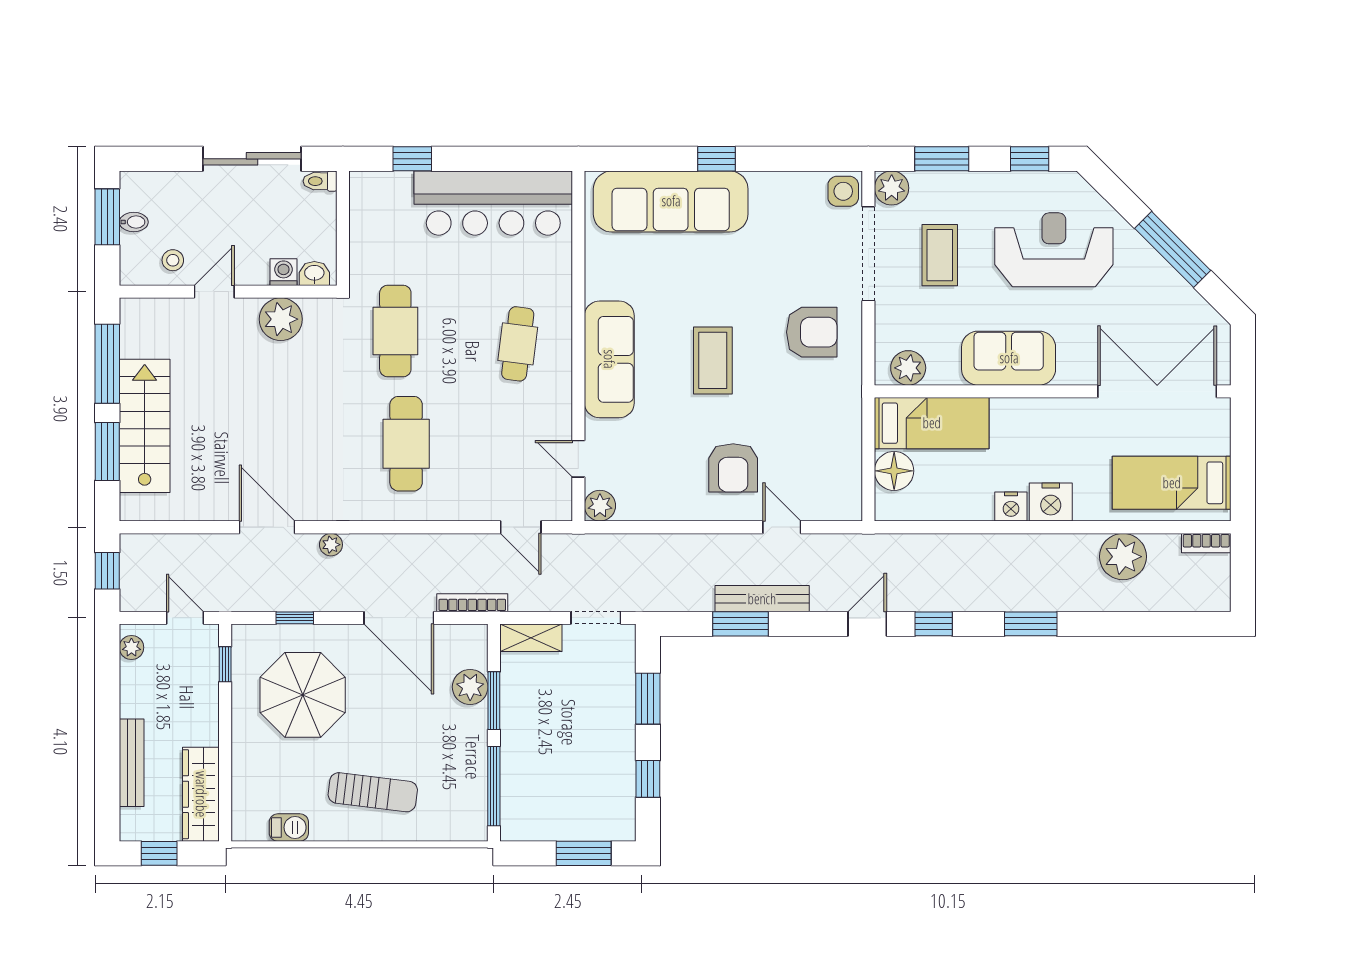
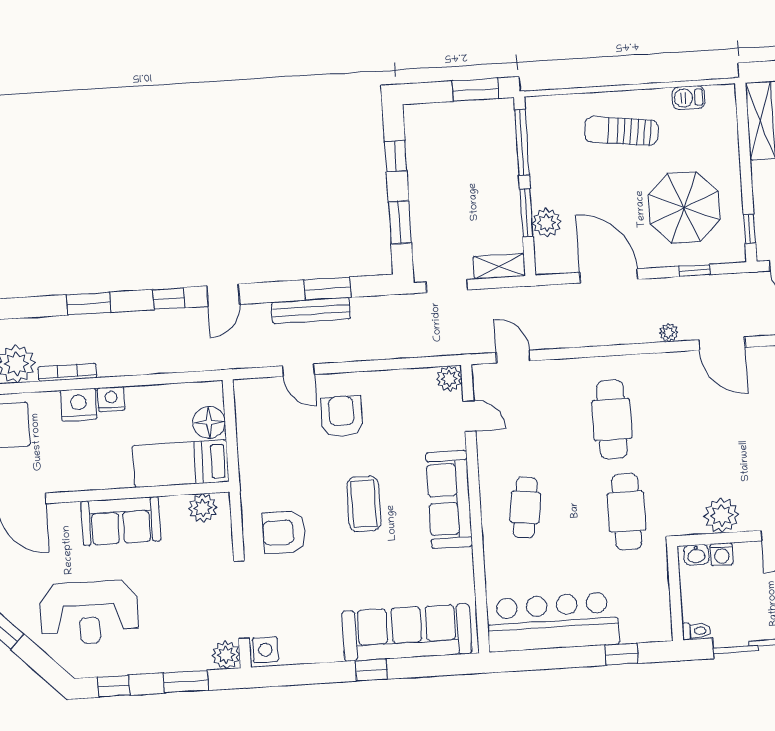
coffee table: (940, 255) -> (183, 602), removed
bookcase: (472, 603) -> (67, 372), moved, turned 180
window: (584, 853) -> (476, 90), moved

